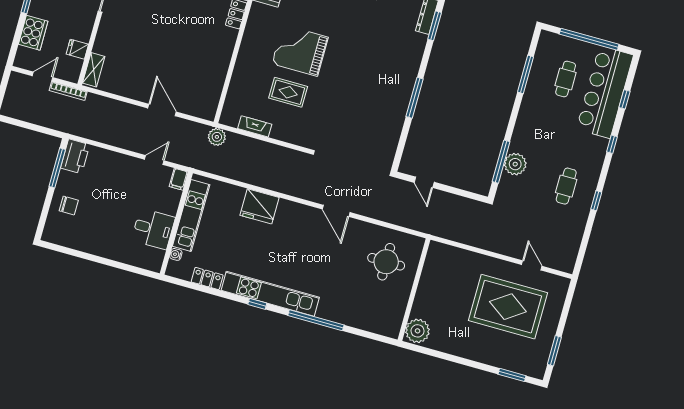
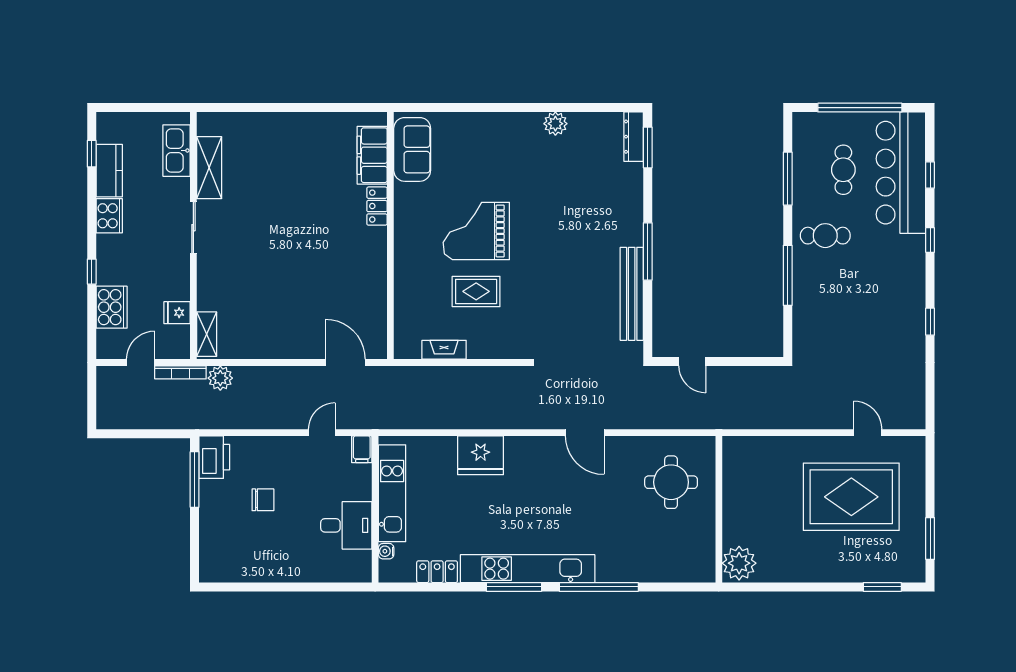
door: (162, 110) -> (345, 363), moved
bench: (395, 124) -> (632, 294), added
plant: (217, 137) -> (220, 378), moved
window: (501, 162) -> (788, 275), moved
plant: (515, 164) -> (808, 303), removed
cafe table: (566, 186) -> (825, 236), moved, turned 90
chair: (69, 205) -> (263, 500), moved
window: (257, 304) -> (514, 587), width x2.17

